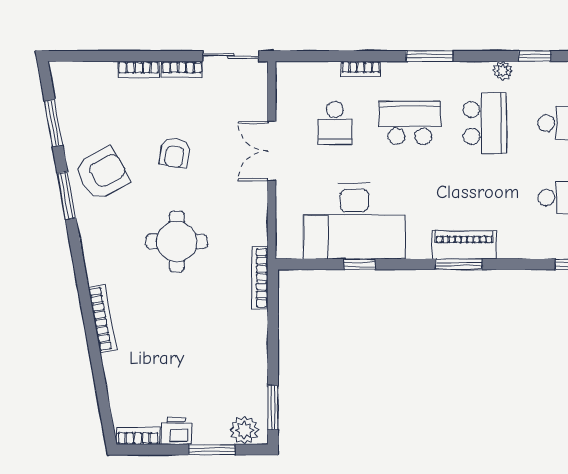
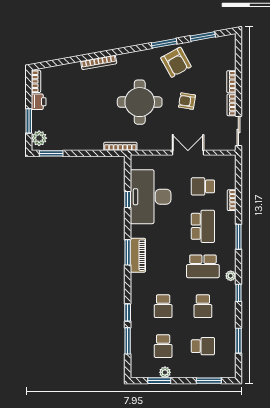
round table: (177, 241) -> (140, 102), width x1.36, depth x1.36

